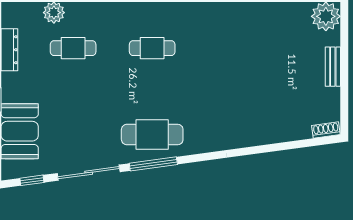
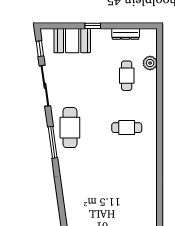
cafe table: (152, 48) -> (127, 128), turned 90
window: (153, 164) -> (53, 142), moved

